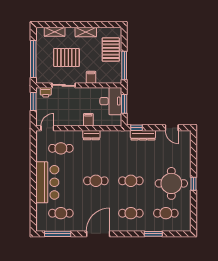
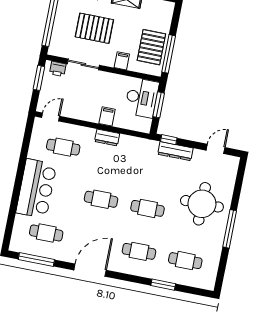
pallet: (111, 50) -> (151, 47), moved
door: (172, 128) -> (216, 149), swing flipped
round table: (171, 183) -> (202, 204), moved
window: (193, 184) -> (230, 229), width x2.17

